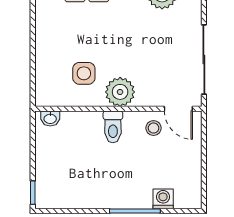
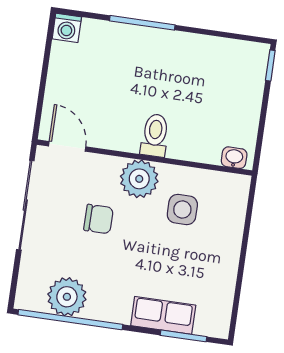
chair: (147, 57) -> (99, 219), added
stool: (154, 128) -> (103, 126), removed
washing machine: (163, 199) -> (67, 28), moved

